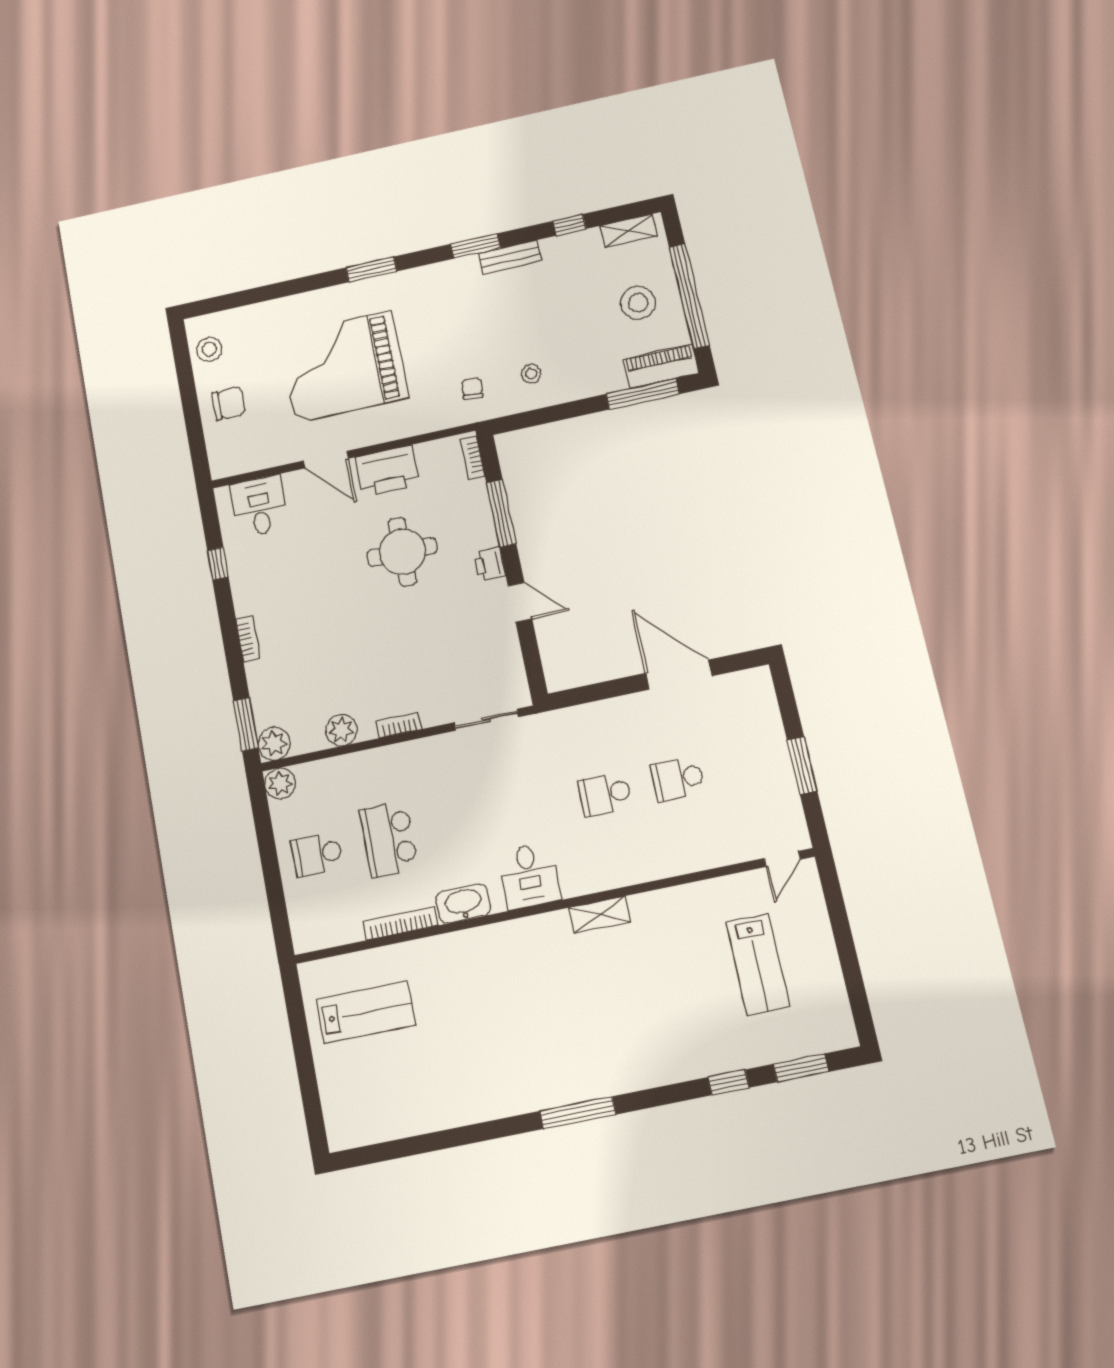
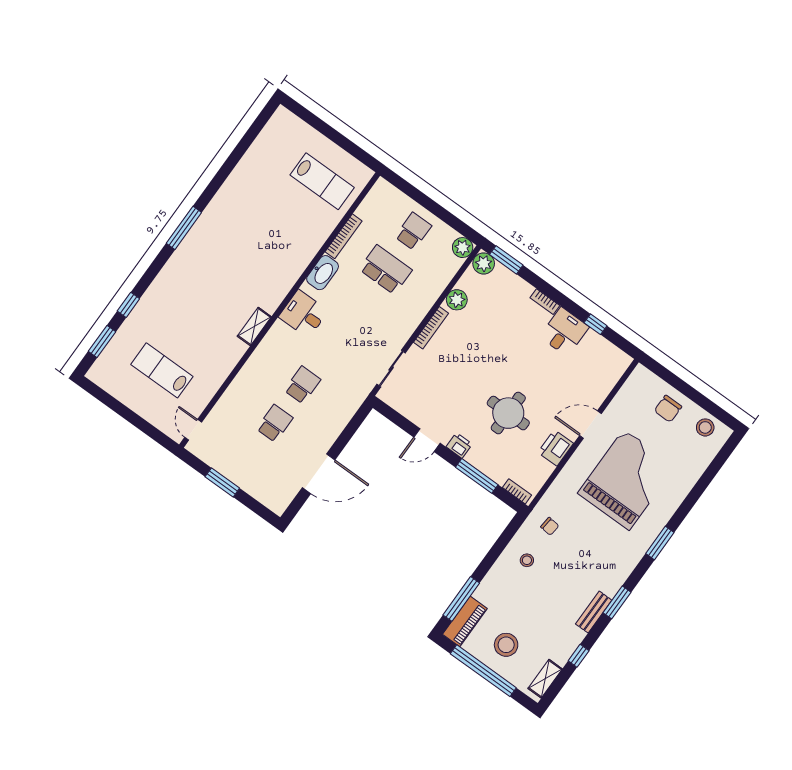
printer: (387, 471) -> (556, 448), width x0.73, depth x0.84
desk: (259, 506) -> (564, 332), moved, turned -90
bookcase: (399, 725) -> (431, 328), width x1.56
lab bench: (366, 1012) -> (322, 181), turned -90

